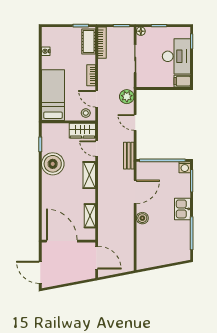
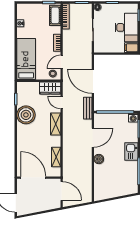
plant: (127, 97) -> (86, 60), removed
door: (97, 99) -> (62, 62), hinge flipped
door: (135, 123) -> (93, 81), width x1.88

